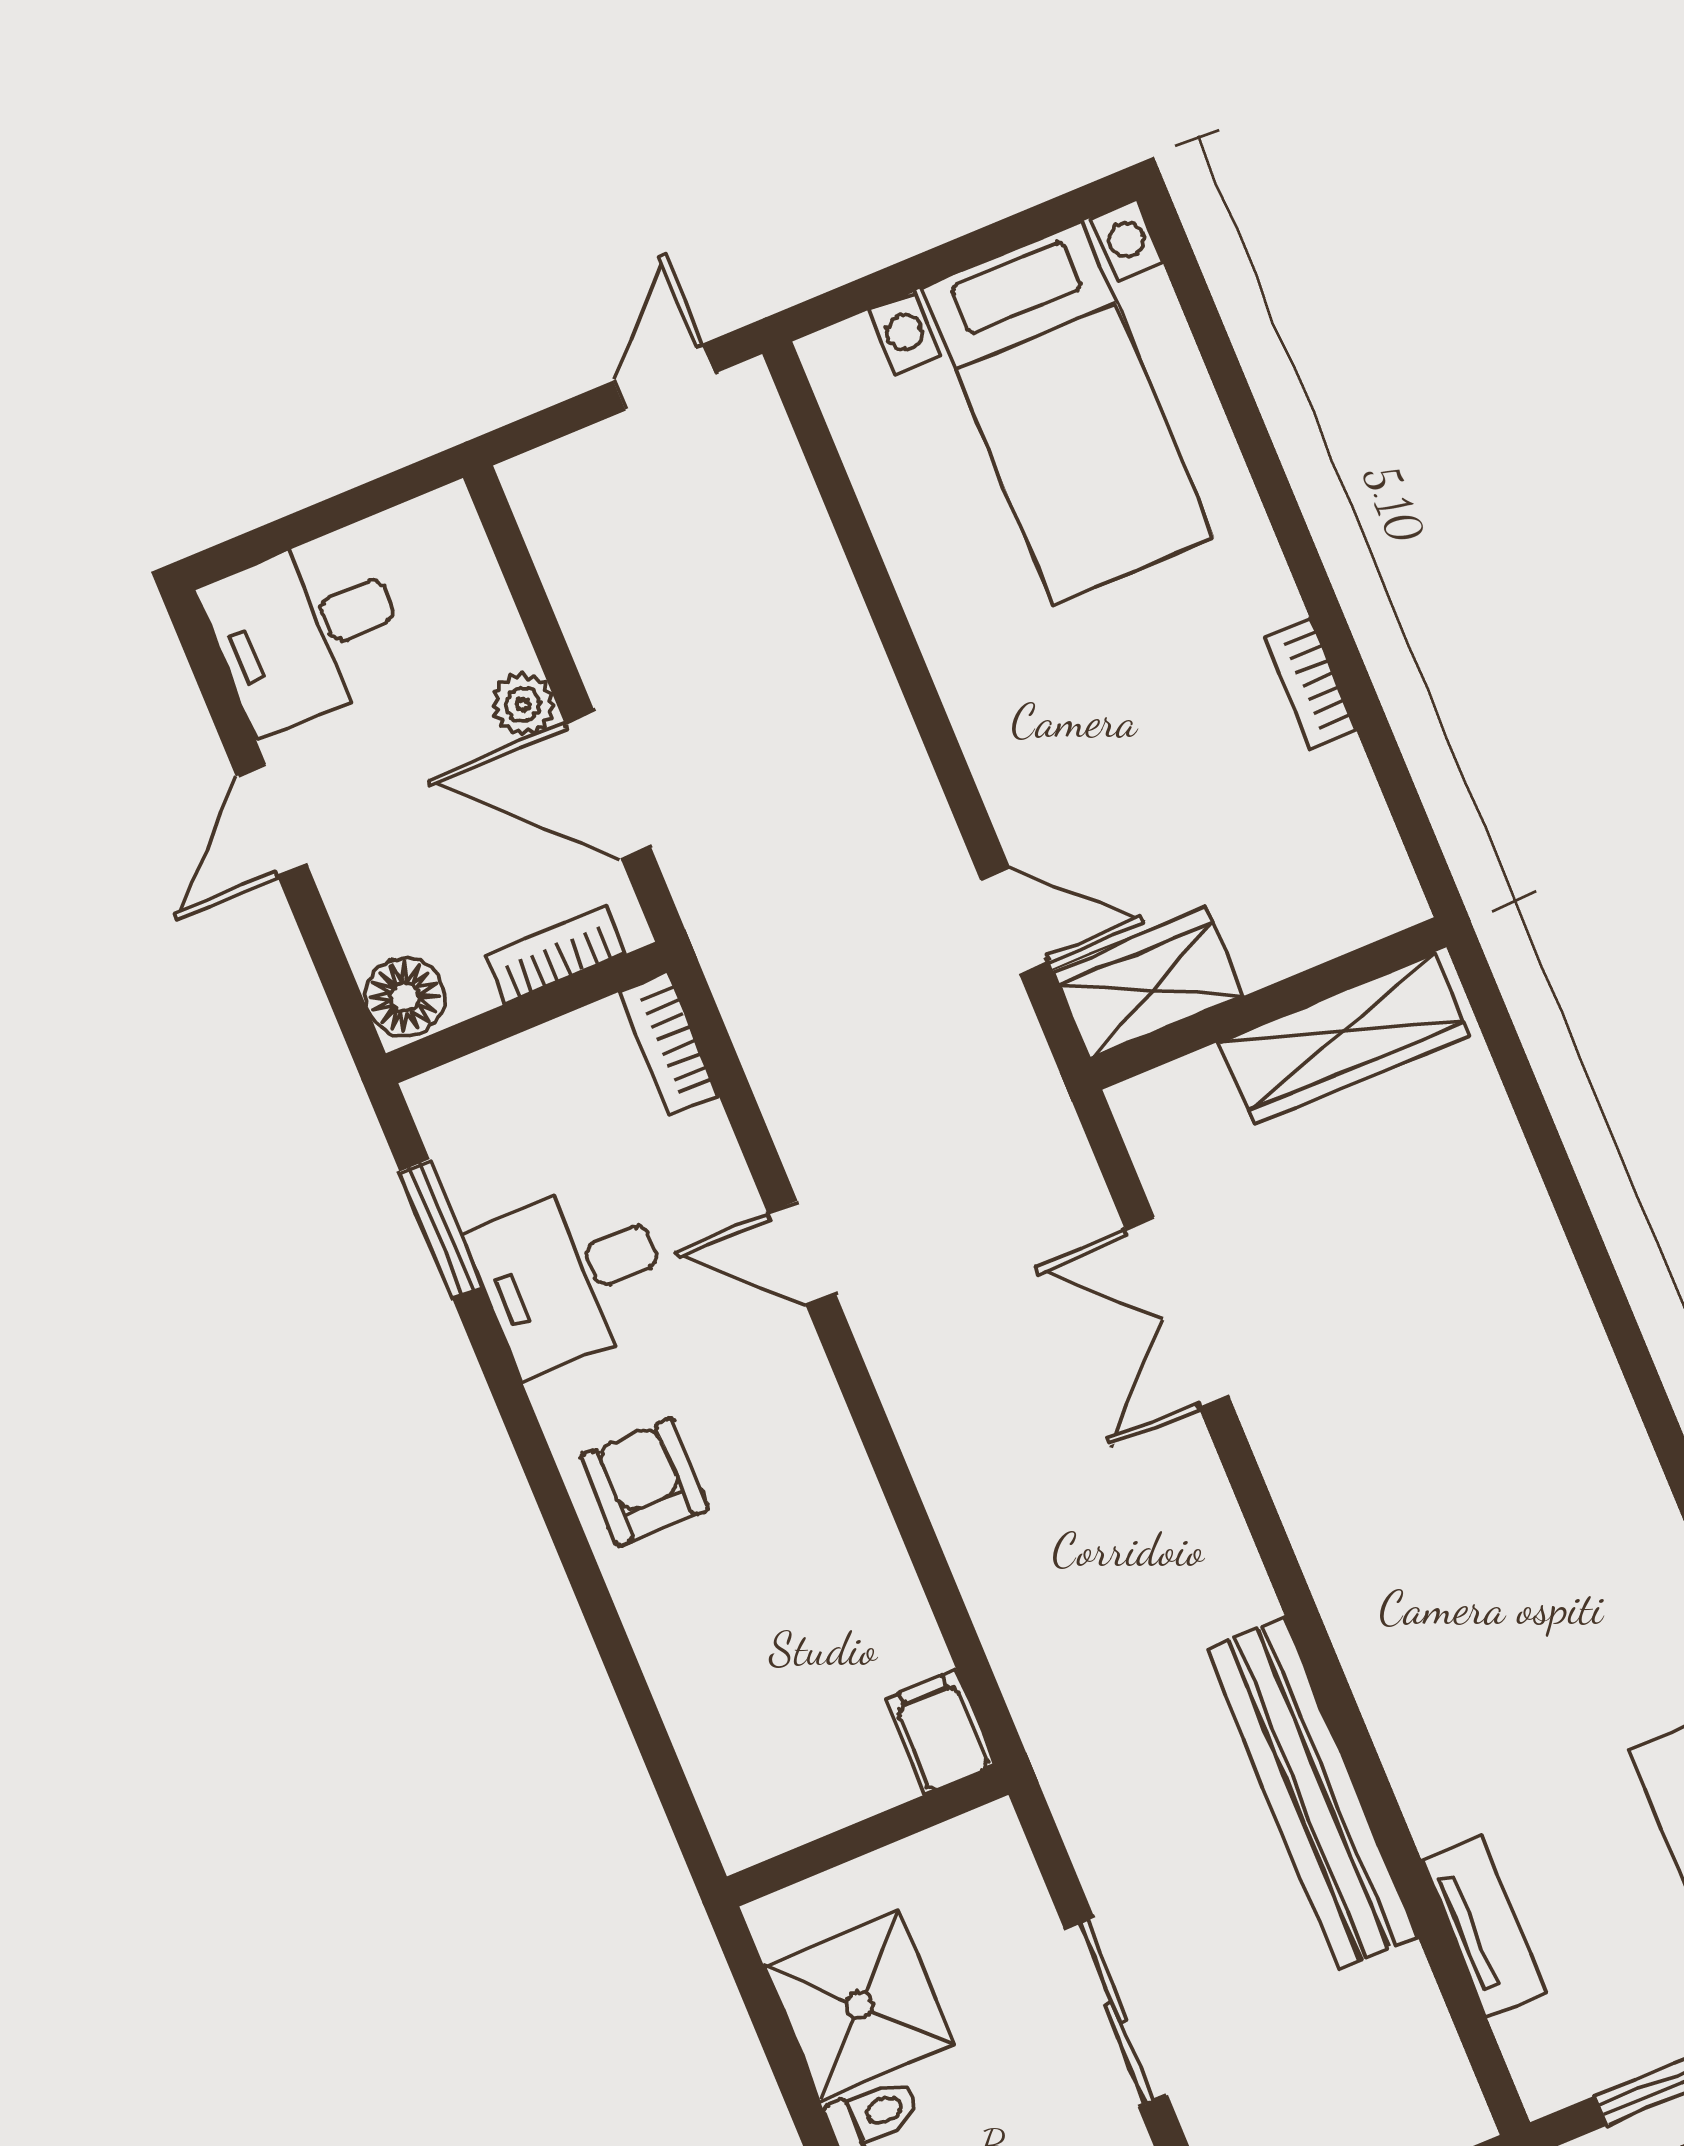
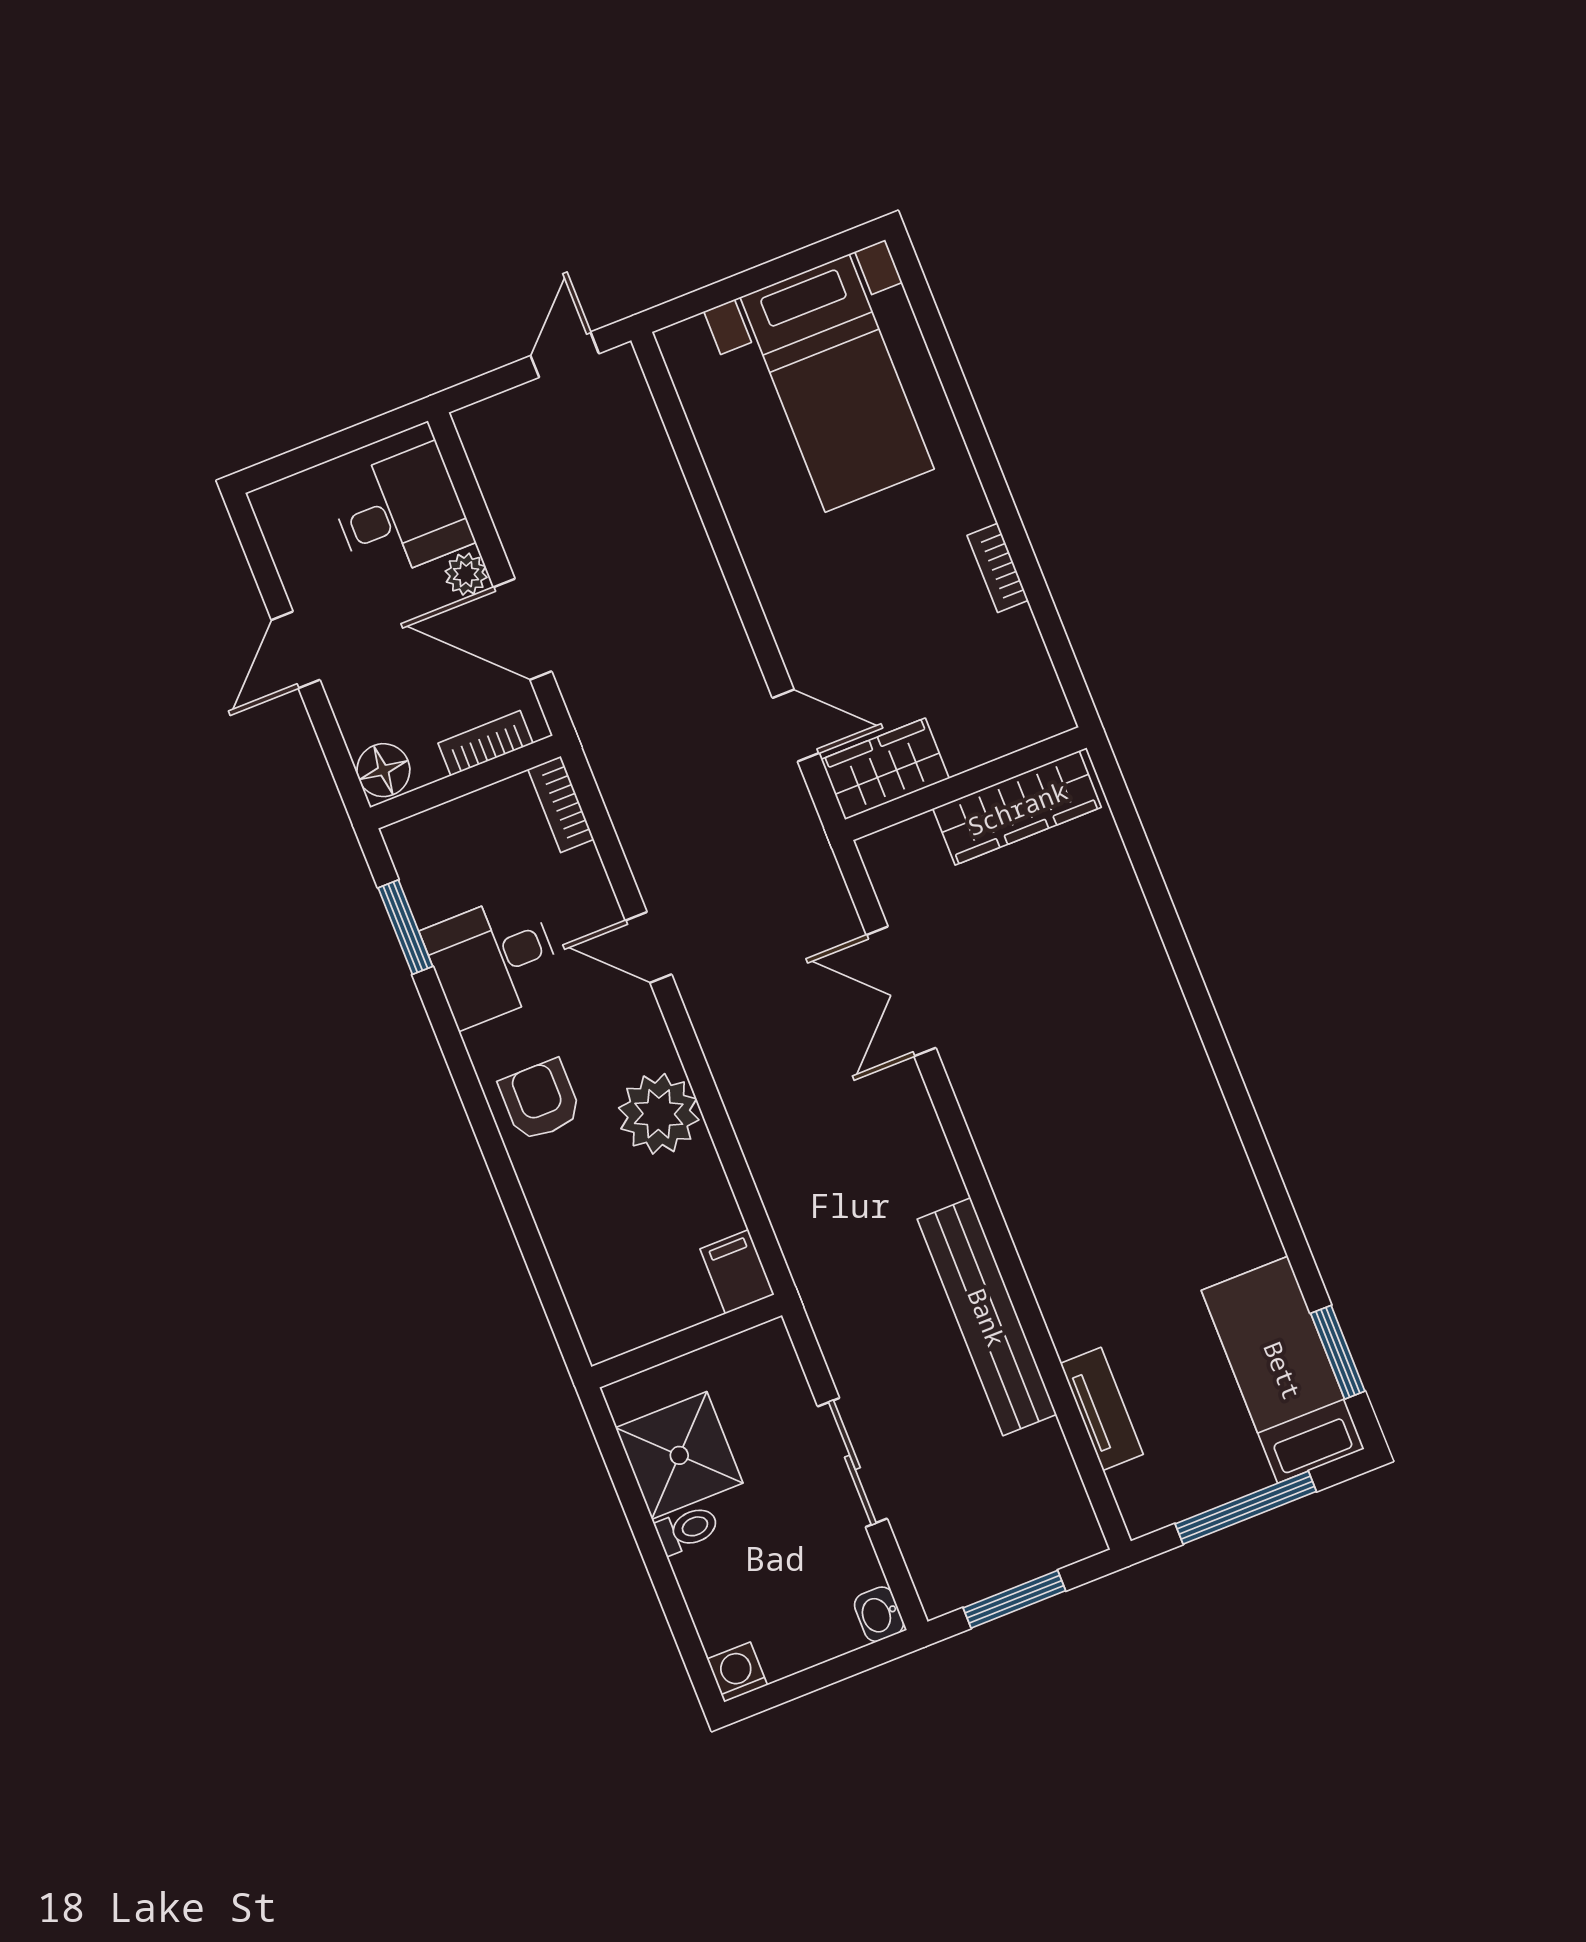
desk: (307, 631) -> (401, 513), moved, turned 180
plant: (821, 1500) -> (659, 1114), added

